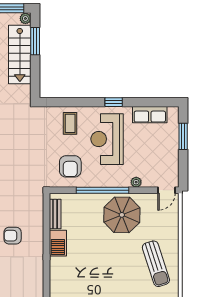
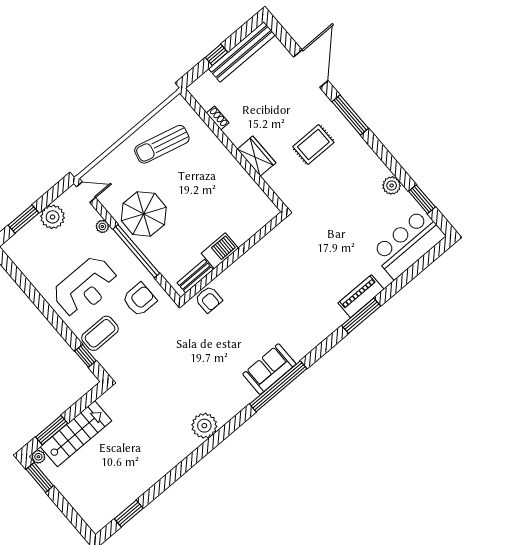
window: (114, 102) -> (85, 356), moved
row of seats: (150, 115) -> (29, 267), removed
coffee table: (70, 123) -> (100, 333), width x1.36, depth x1.30
plant: (169, 156) -> (53, 217), added
armchair: (13, 236) -> (209, 299), moved
sun lounger: (156, 264) -> (162, 144), turned -148

